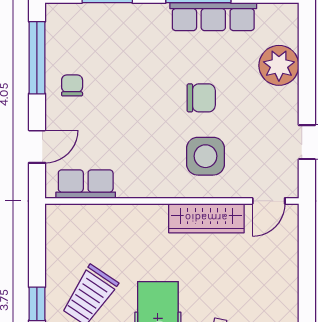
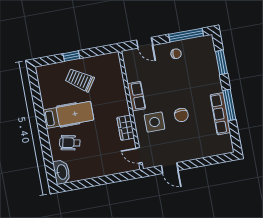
plant: (279, 65) -> (203, 148), removed
row of seats: (86, 184) -> (136, 96), moved
wardrobe: (206, 218) -> (126, 128), width x0.67

